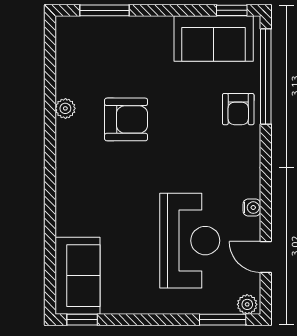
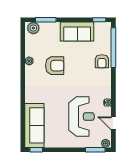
plant: (75, 30) -> (33, 28), added
sofa: (214, 38) -> (77, 32), moved
sofa: (78, 276) -> (34, 125), width x1.36

